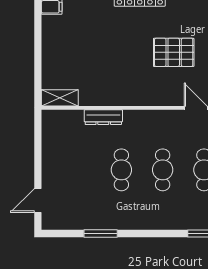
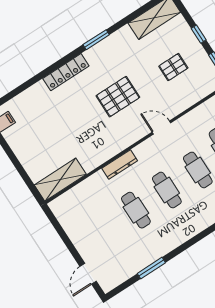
shelving: (60, 98) -> (60, 180), width x1.50, depth x1.33
dresser: (103, 117) -> (120, 164), moved

